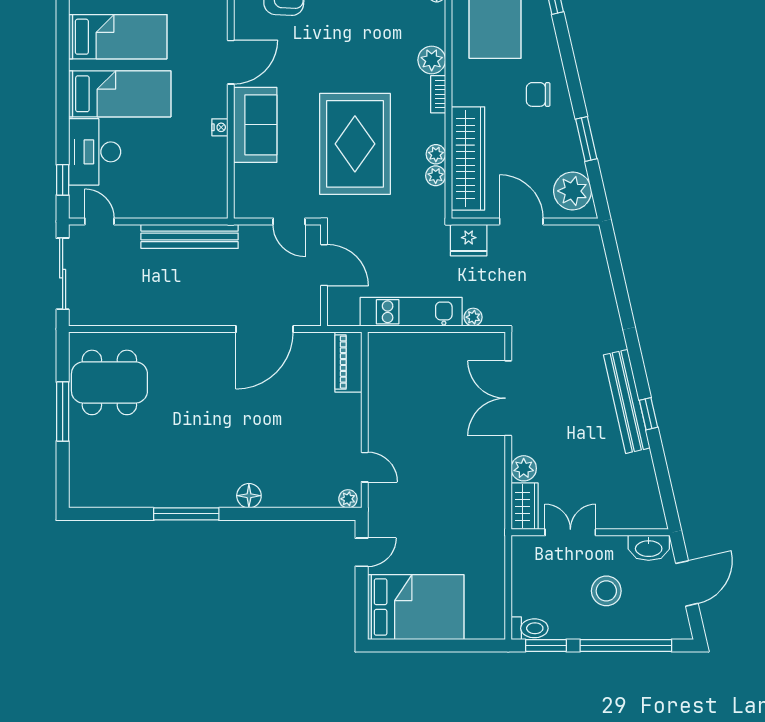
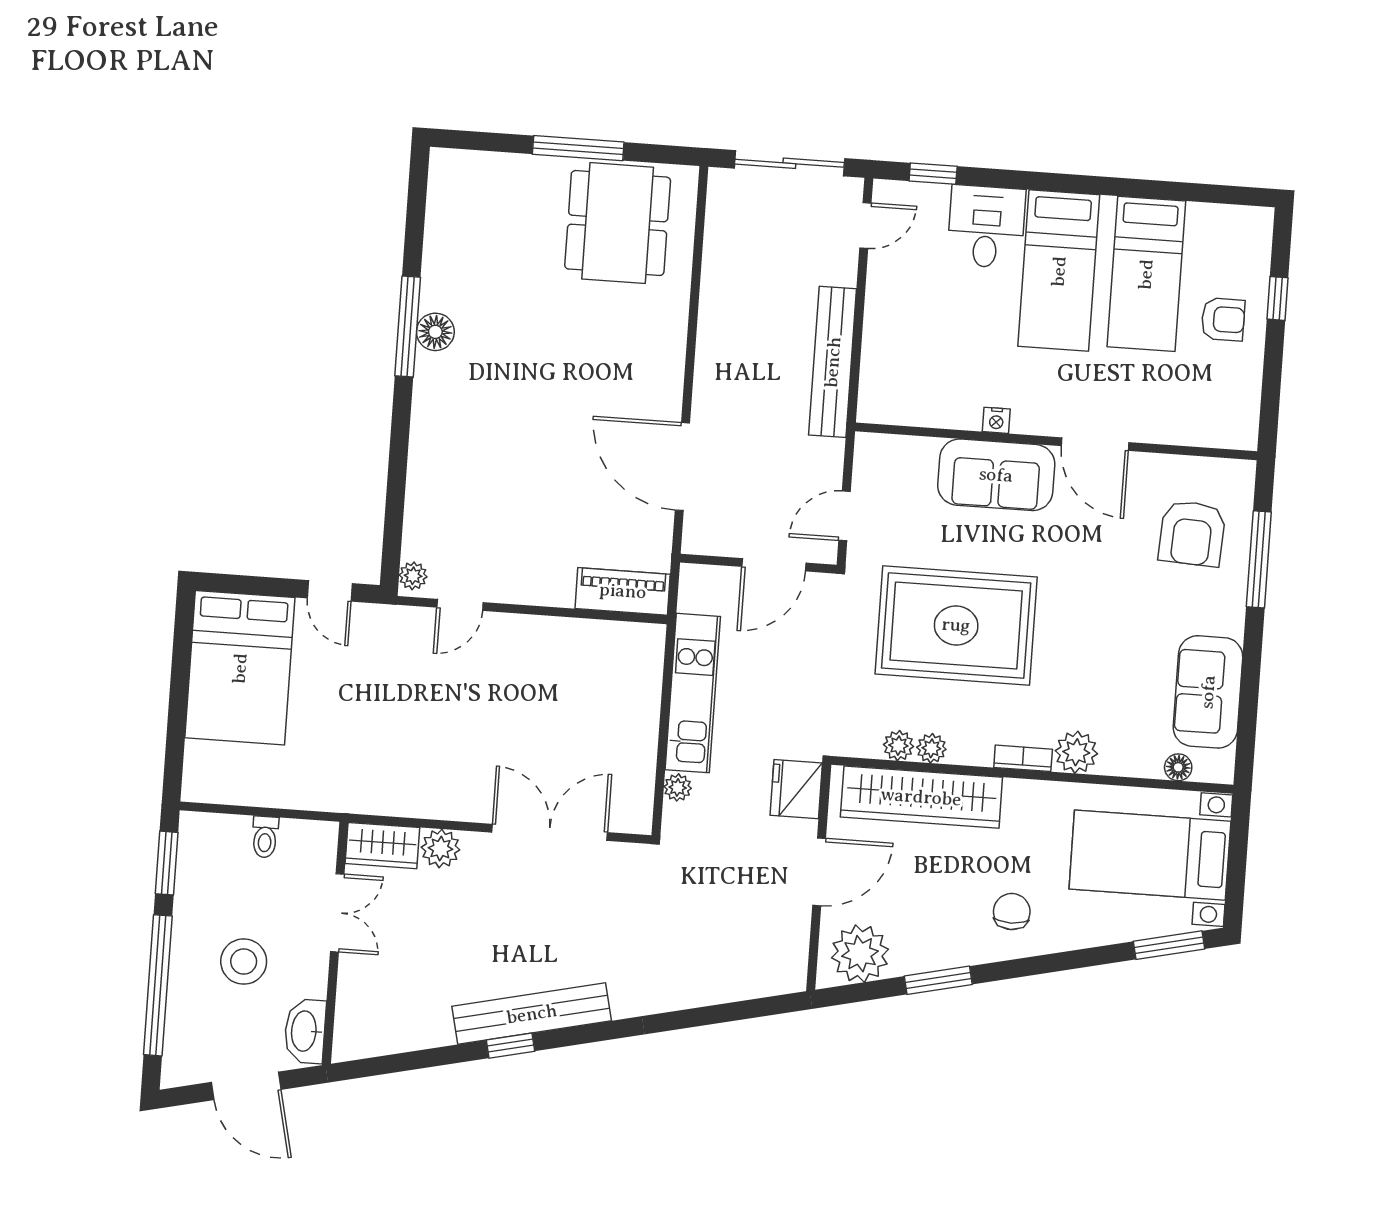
desk: (95, 152) -> (986, 227), width x0.73
floor lamp: (249, 496) -> (435, 332), moved
toilet: (530, 628) -> (265, 837), moved, width x0.73, depth x0.72

